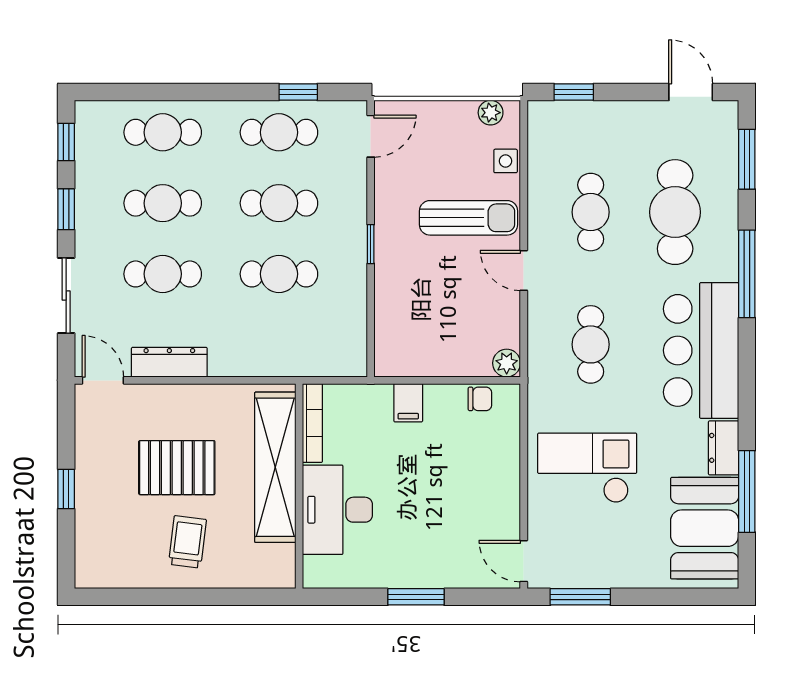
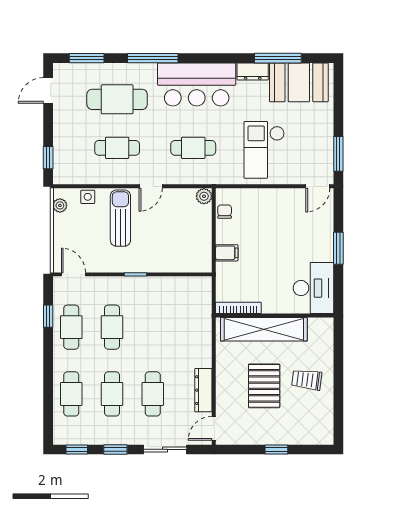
cafe table: (279, 274) -> (153, 327), removed
desk: (337, 510) -> (314, 288), moved, turned -90

